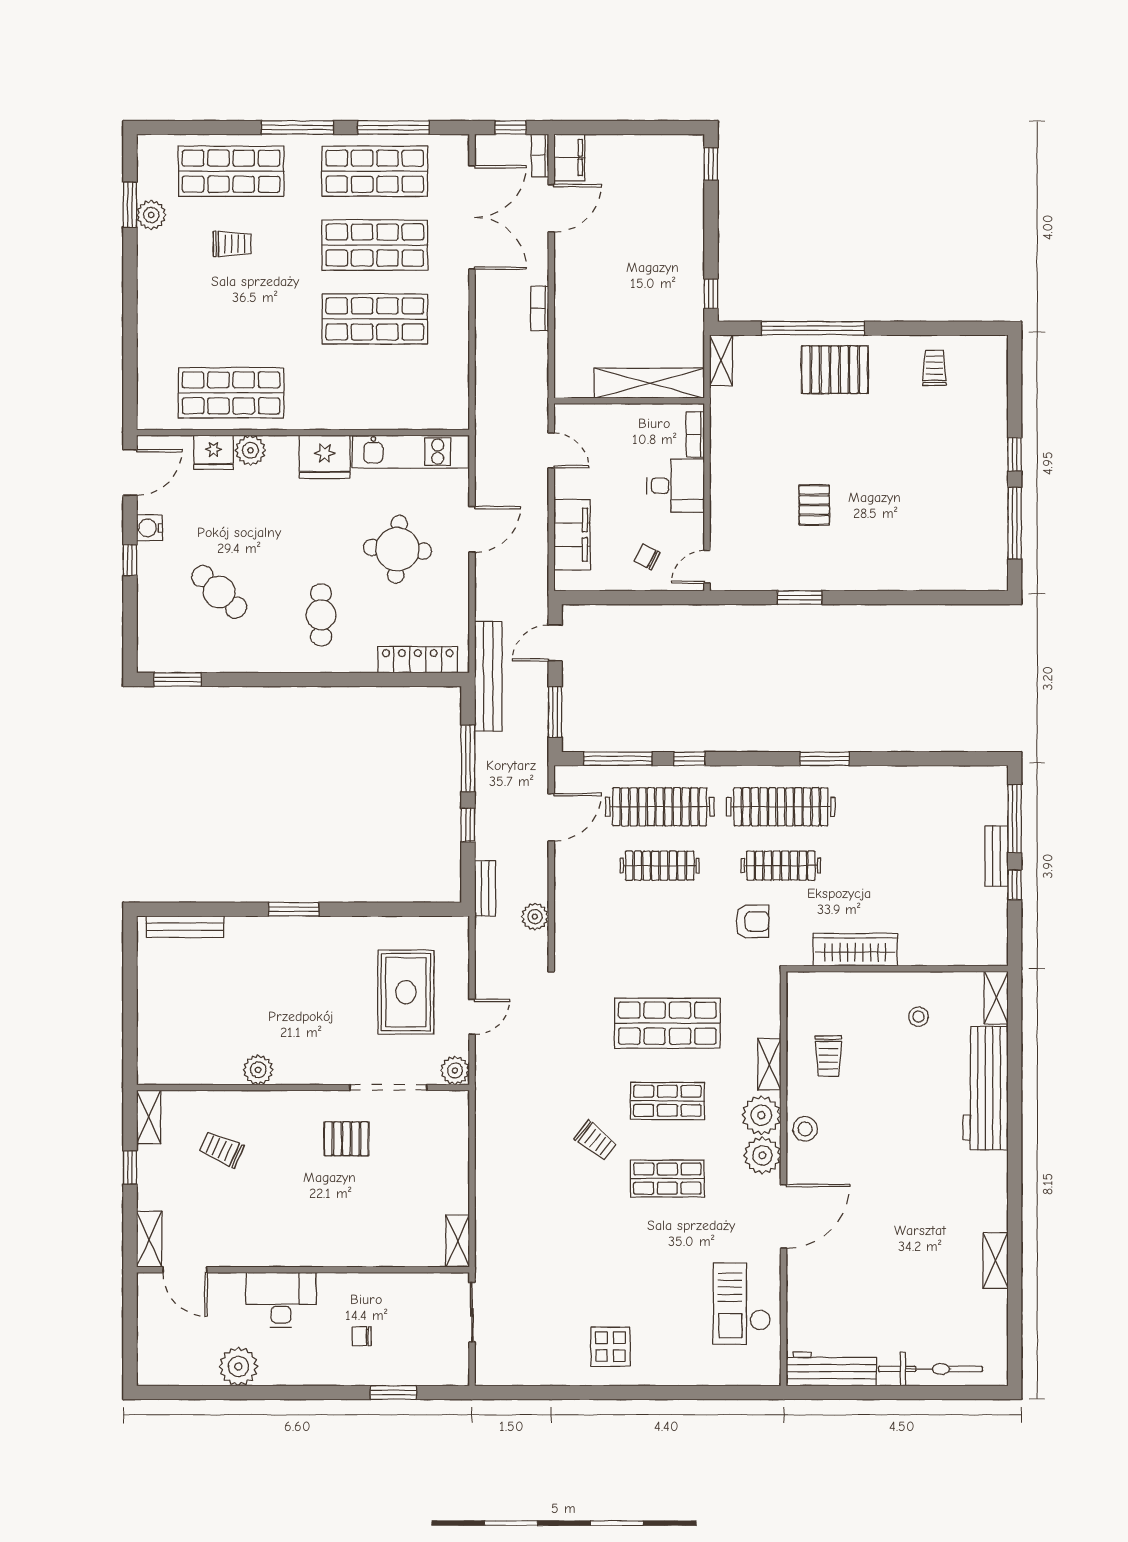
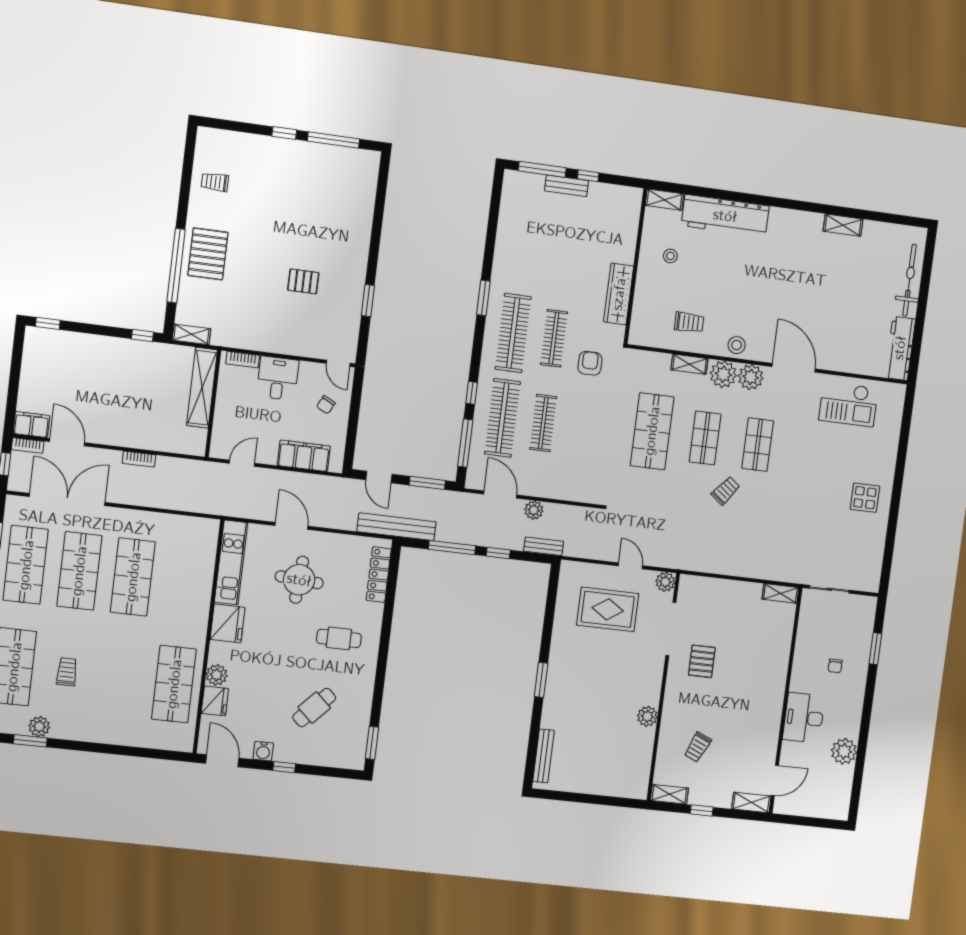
plant: (535, 917) -> (534, 510), moved

